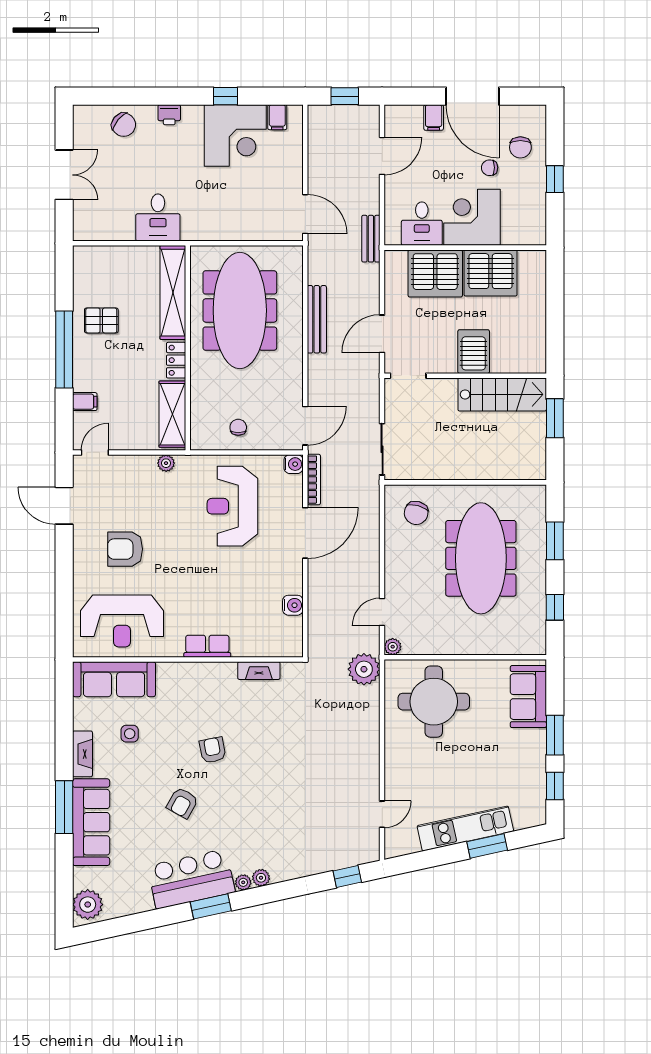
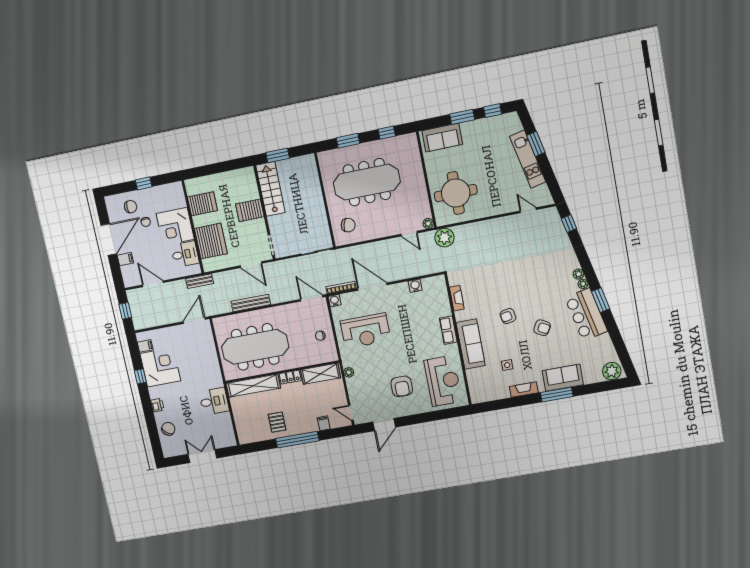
server rack: (490, 273) -> (202, 204), width x0.63
sofa: (114, 679) -> (471, 344), moved
sofa: (91, 822) -> (563, 378), width x0.73

